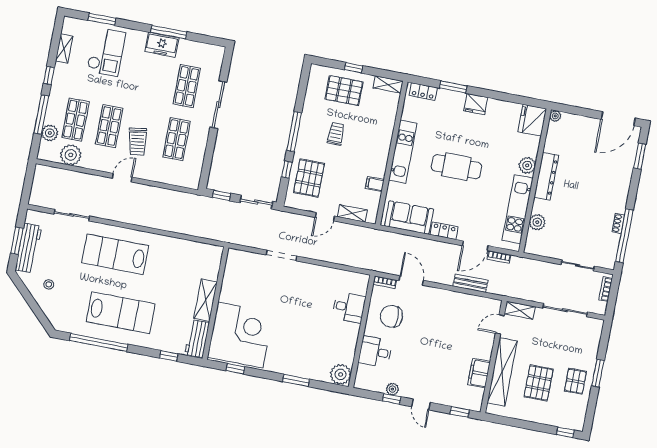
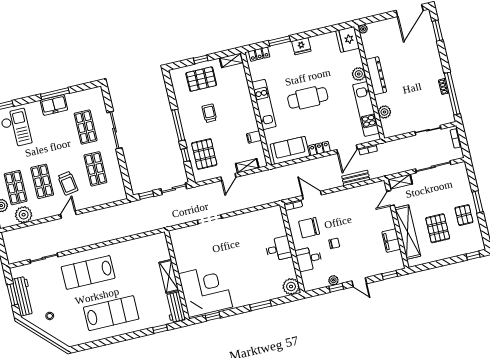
desk: (349, 307) -> (279, 249), moved
window: (99, 342) -> (105, 342), removed
chair: (412, 347) -> (334, 243), added

